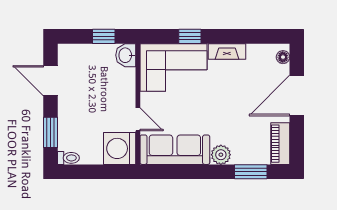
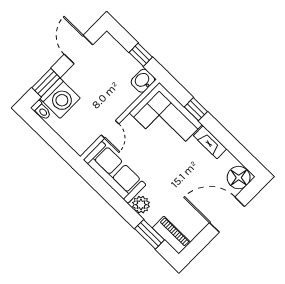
floor lamp: (283, 57) -> (239, 178), width x1.89, depth x1.89
piano: (280, 144) -> (171, 235), moved, turned 90
washing machine: (120, 148) -> (60, 98), moved, turned 180

